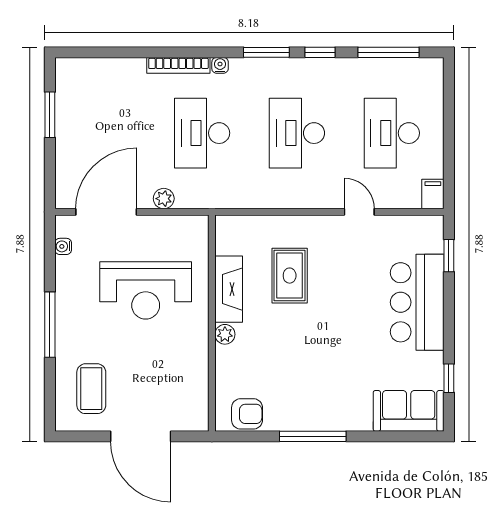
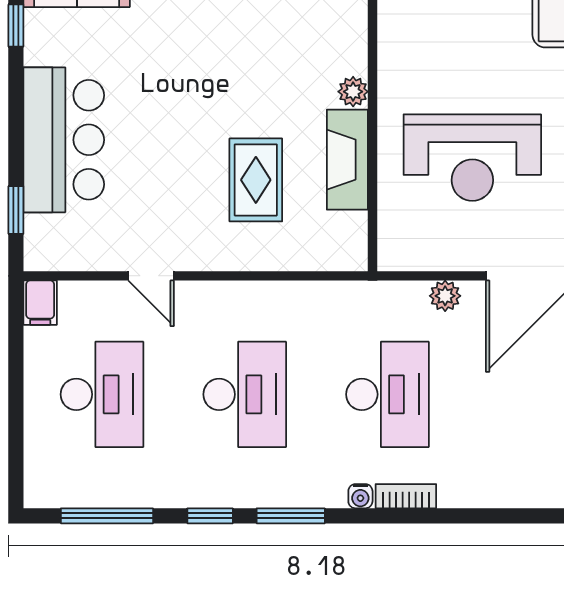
bookcase: (178, 65) -> (406, 496), width x0.64
reception desk: (146, 290) -> (472, 158), turned 180

